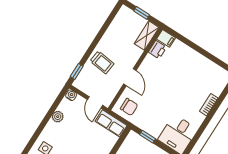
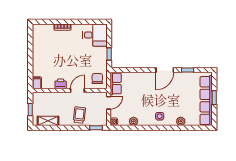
shelving: (147, 36) -> (48, 121), moved
printer: (157, 50) -> (61, 84), moved

